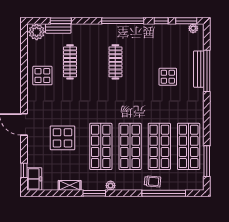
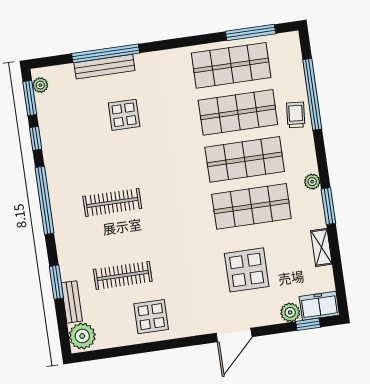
window: (61, 21) -> (56, 282), moved
plant: (33, 161) -> (290, 312), added

